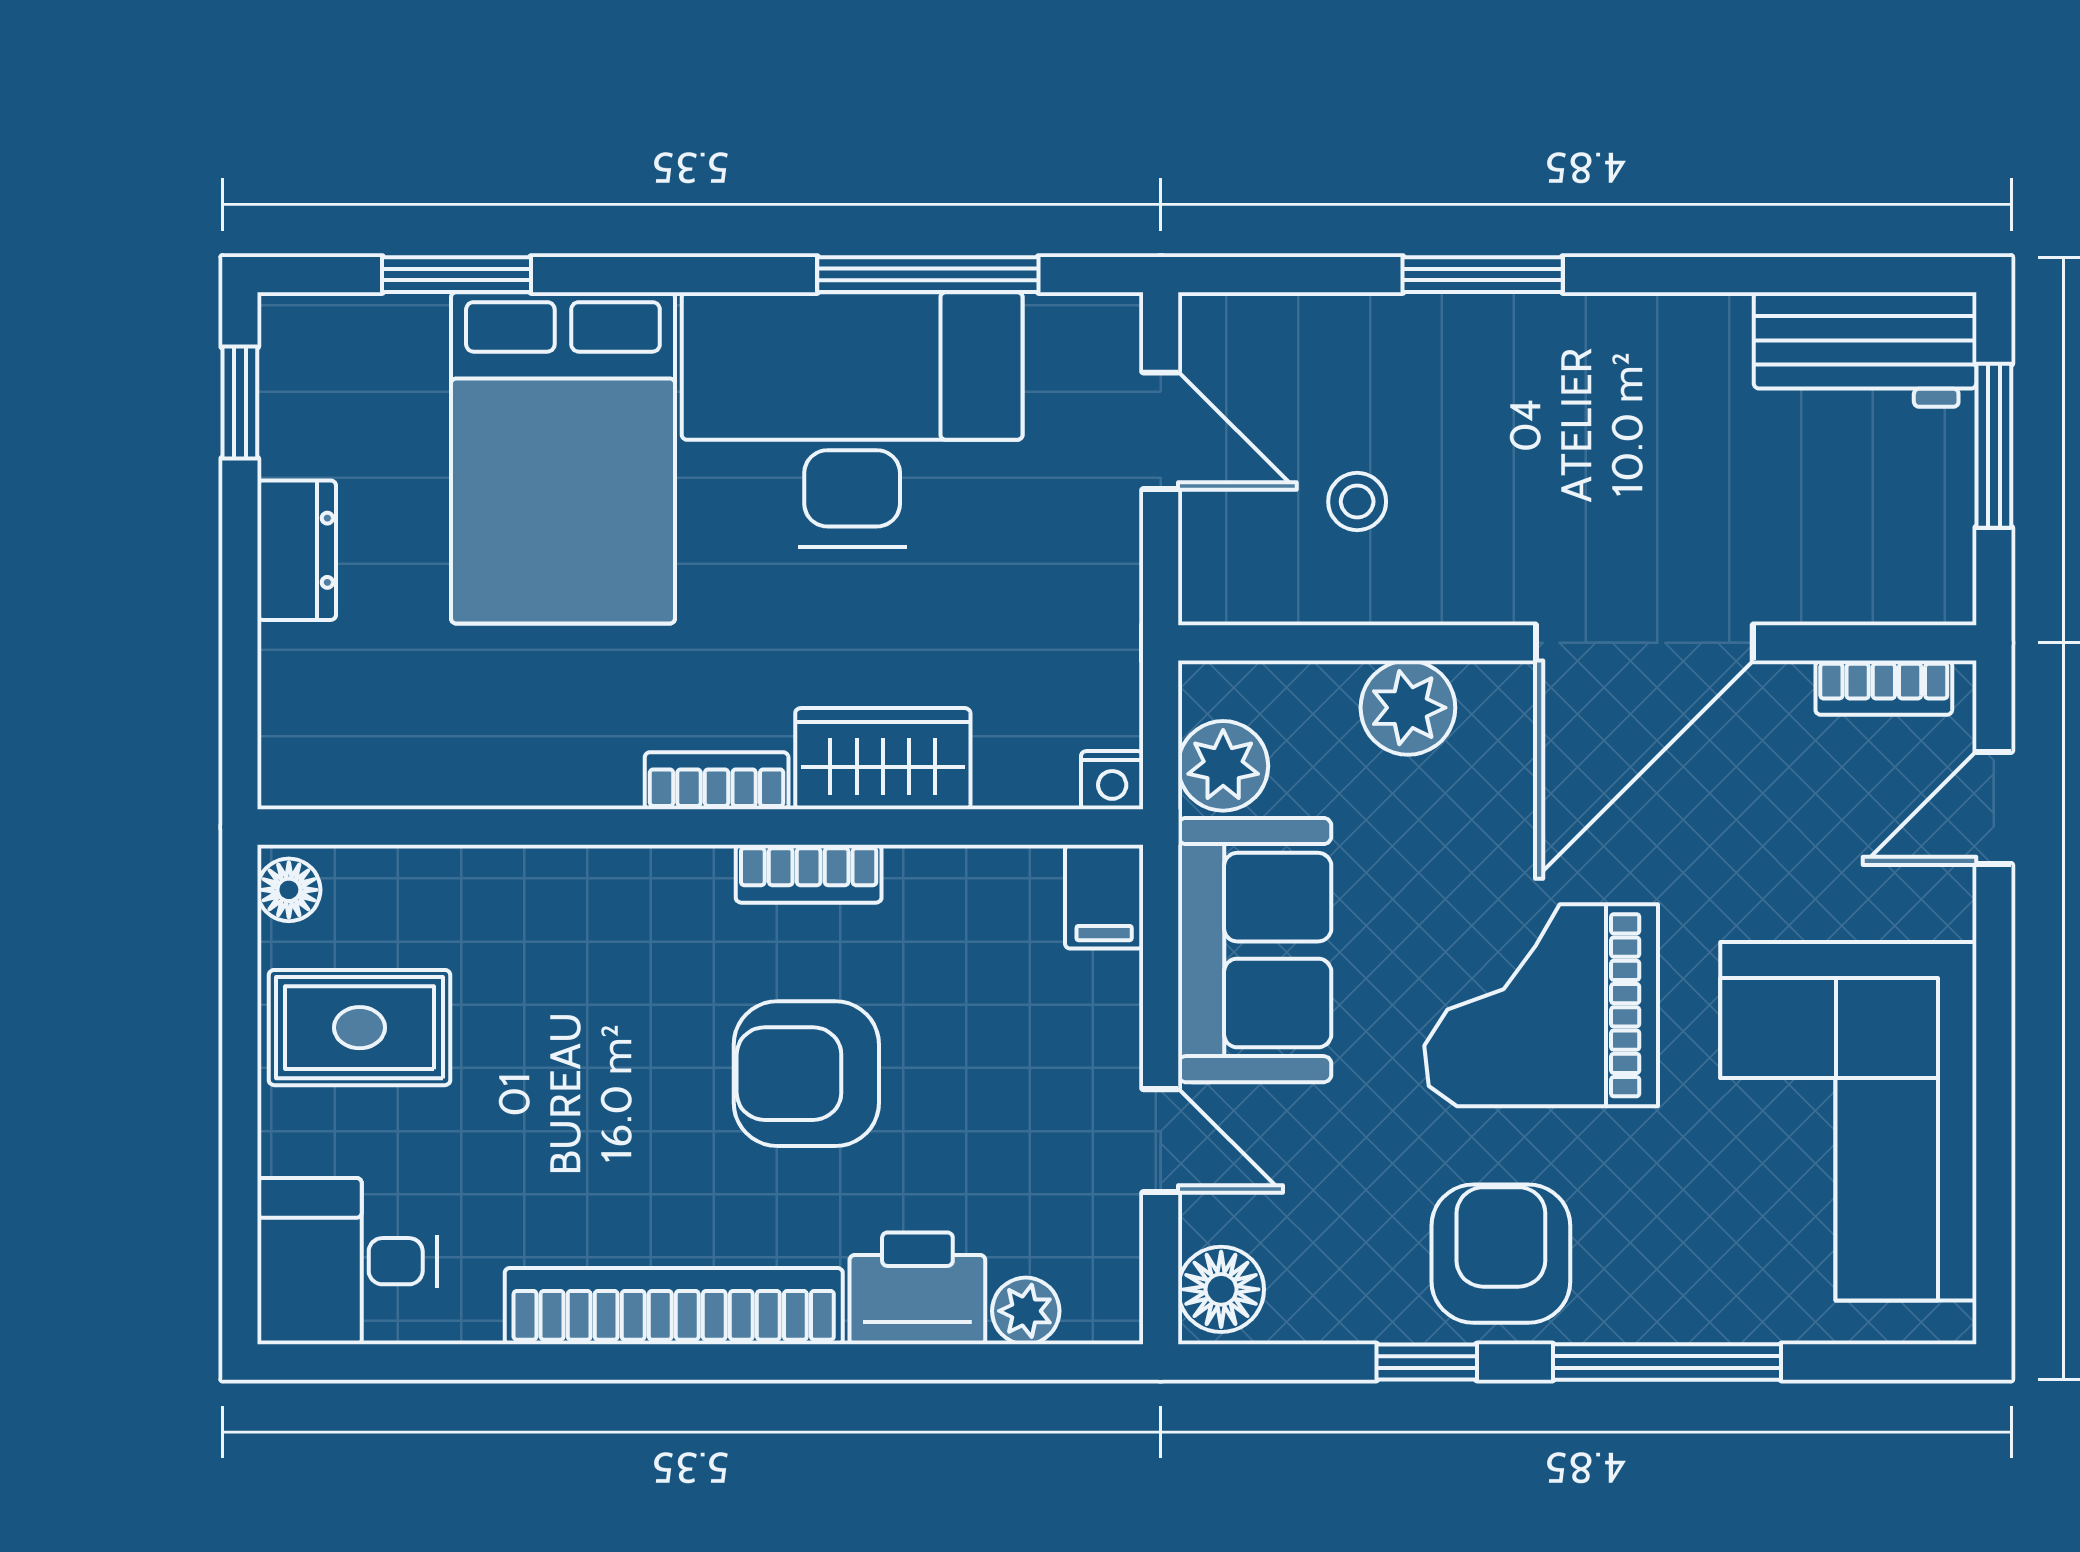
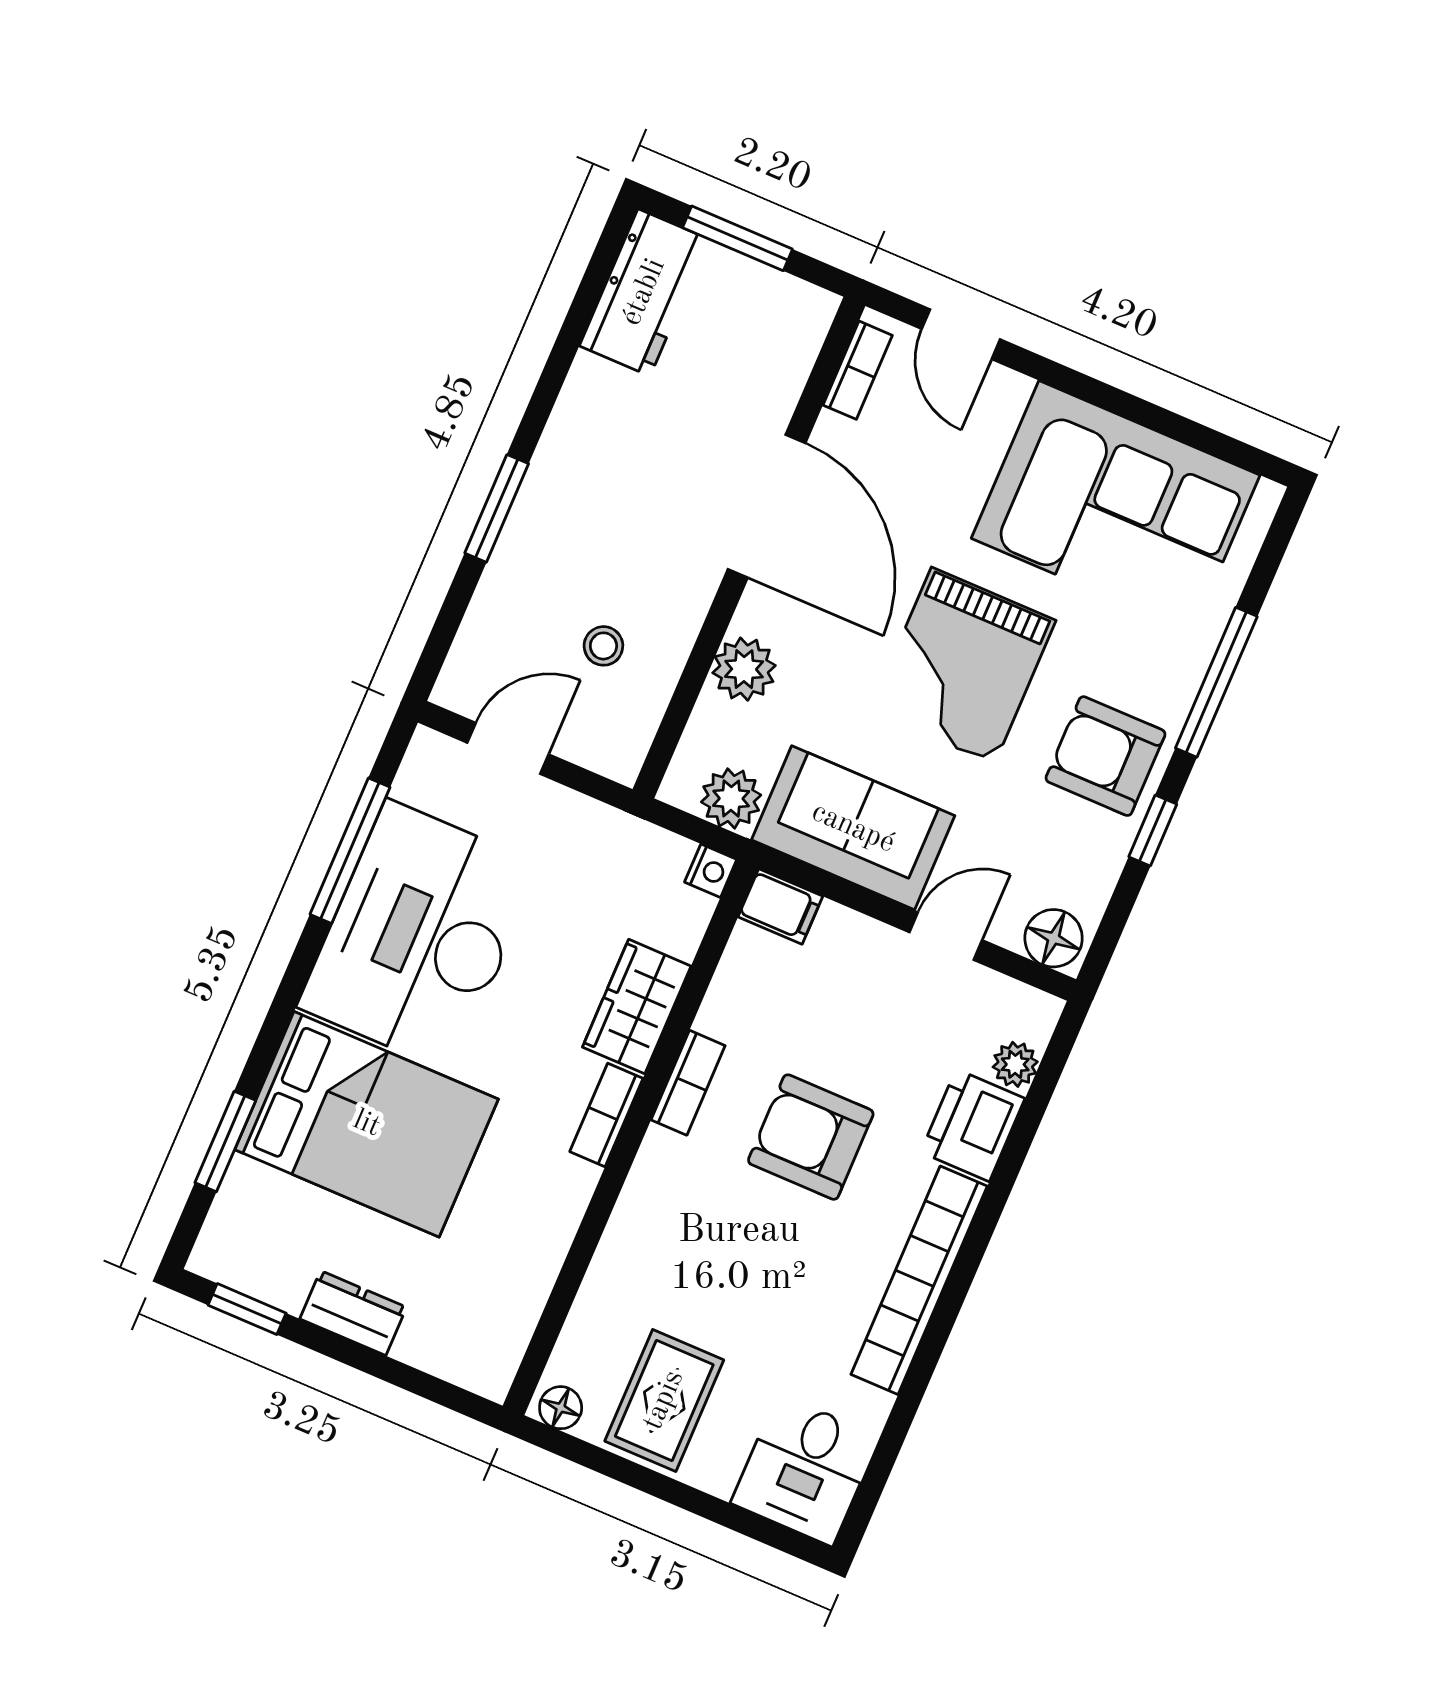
armchair: (806, 1074) -> (811, 1137), turned 90

